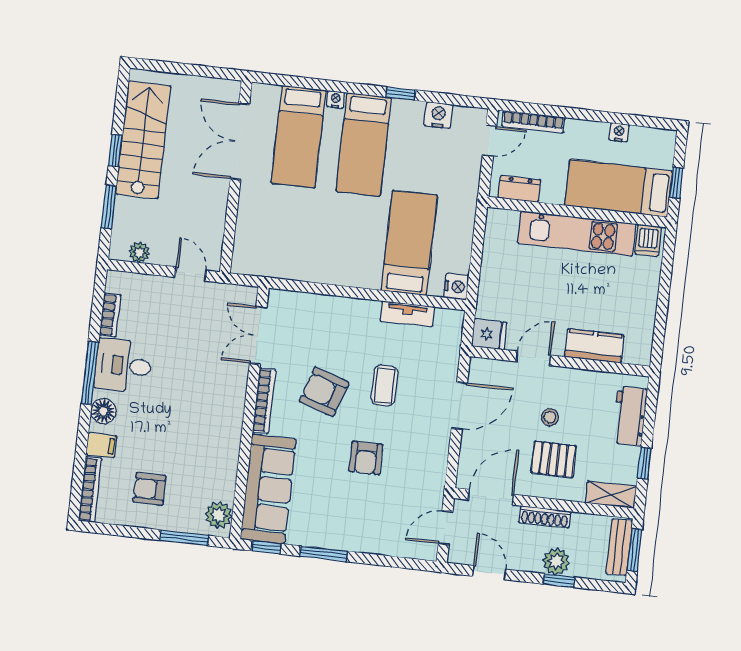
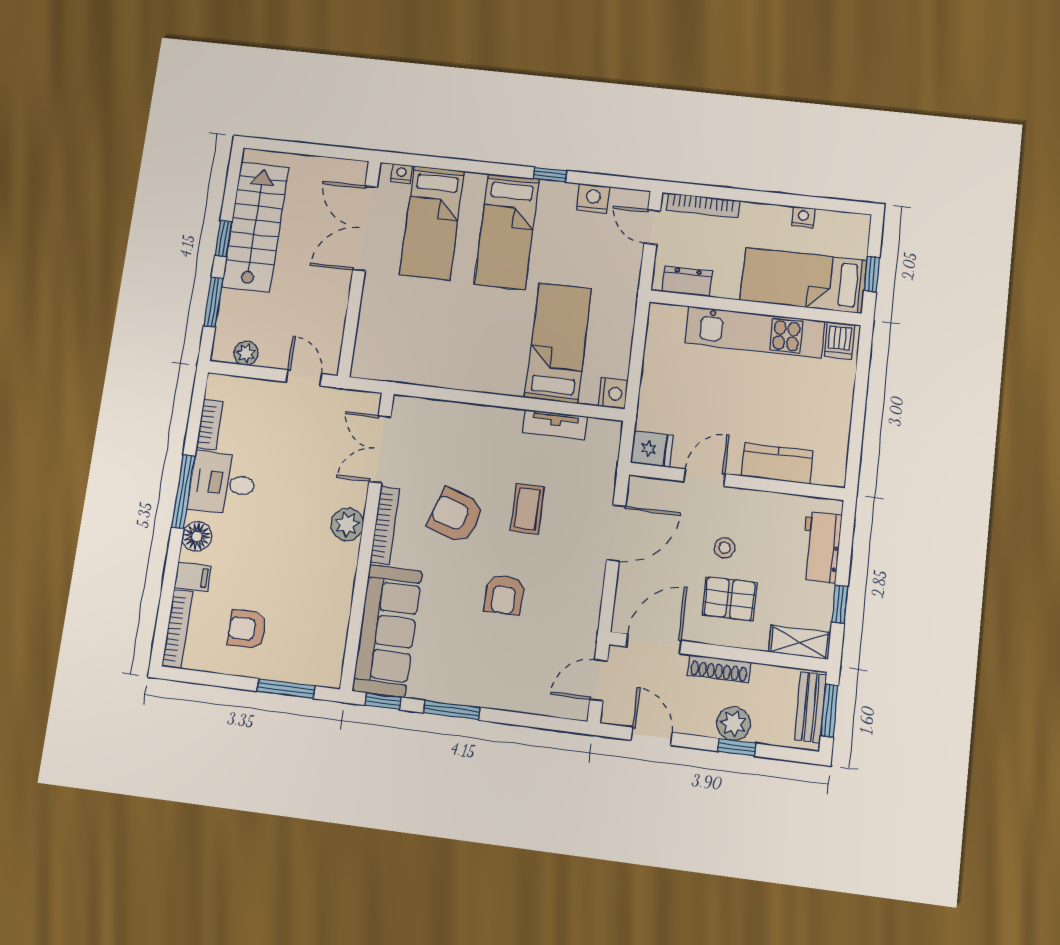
nightstand: (336, 99) -> (401, 174), moved
door: (489, 141) -> (652, 227), swing flipped
plant: (219, 515) -> (347, 524), moved

